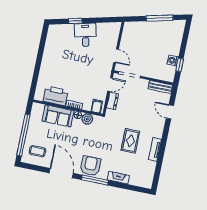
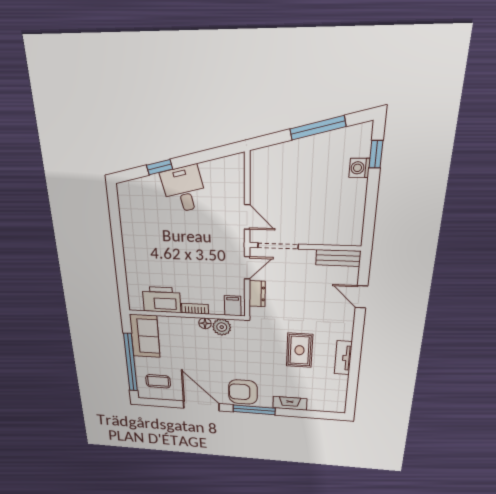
washing machine: (173, 60) -> (359, 168), moved
window: (180, 65) -> (376, 154), moved
sofa: (58, 116) -> (145, 336), moved, turned -90
armchair: (90, 166) -> (243, 392), turned -90

